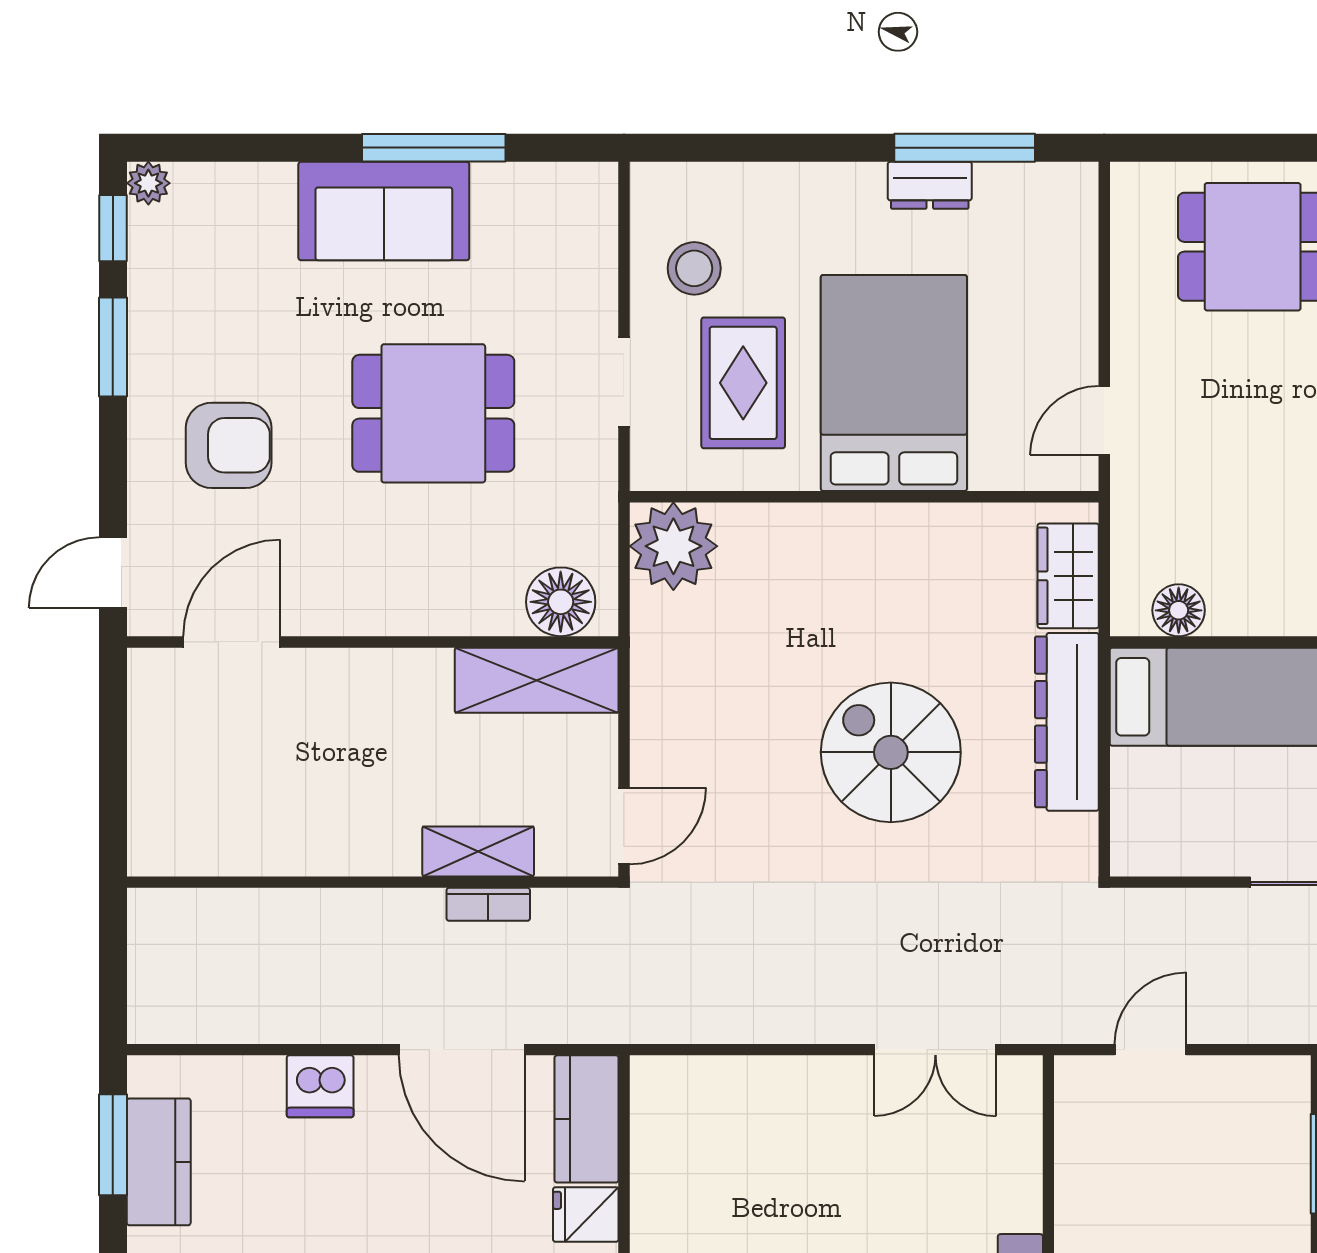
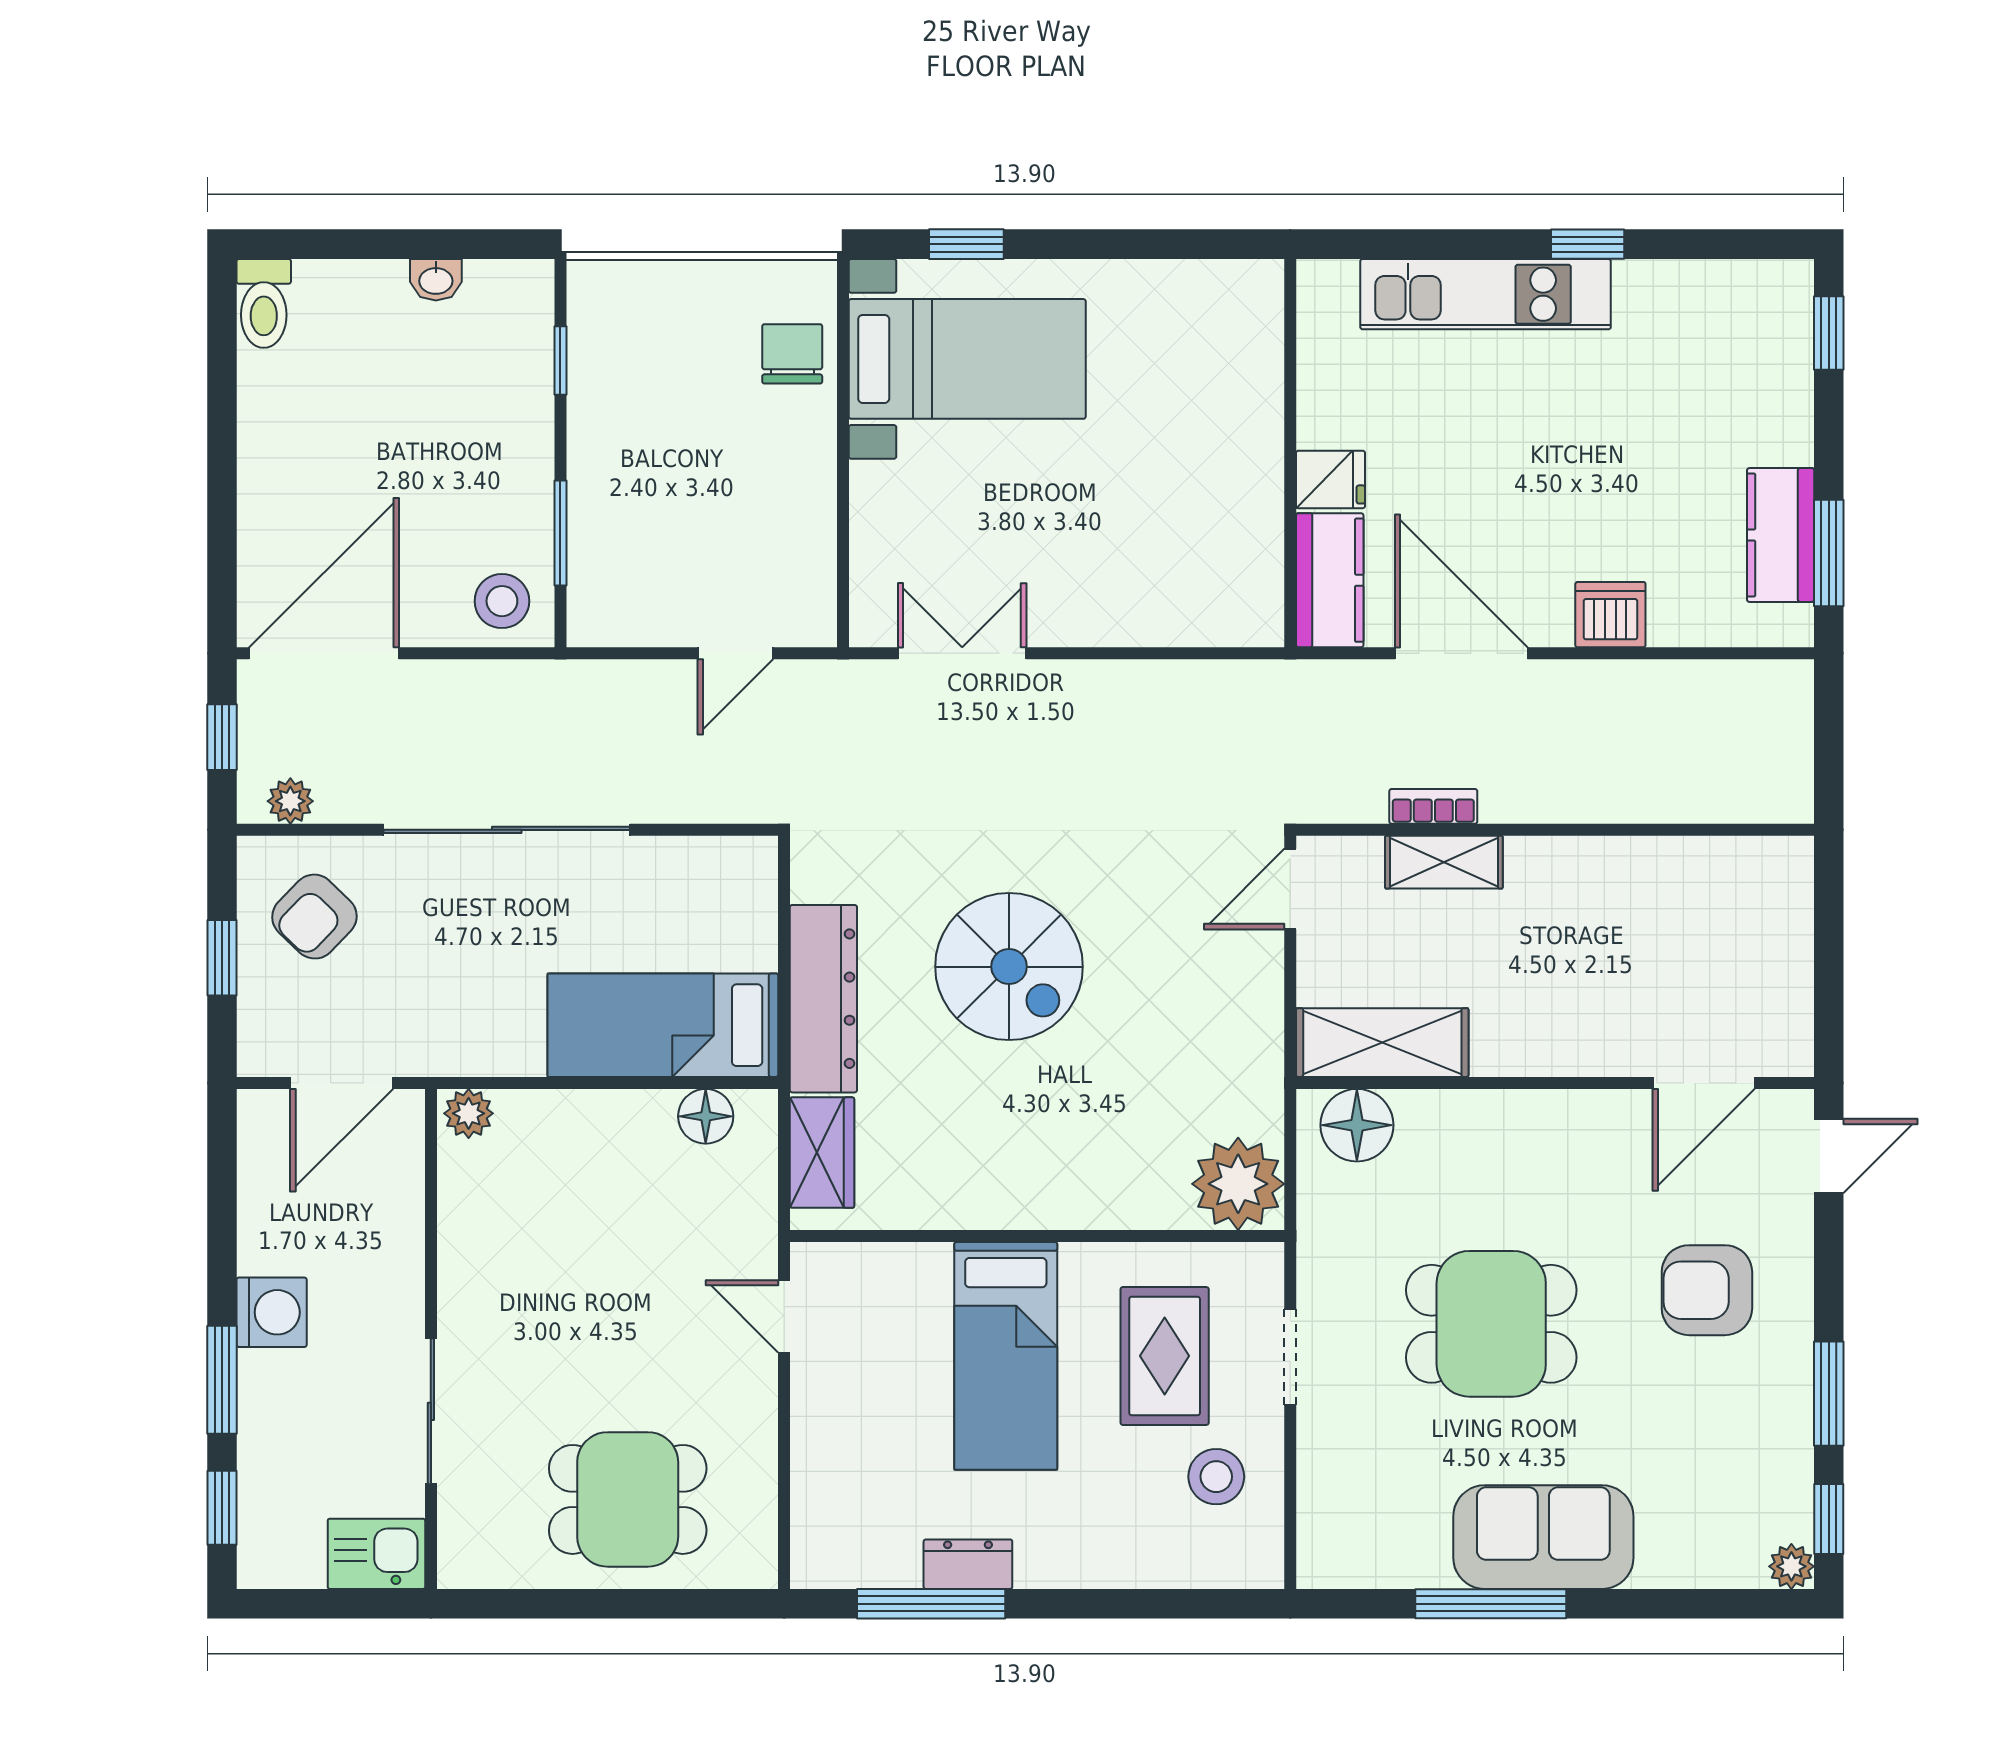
bed: (894, 383) -> (1006, 1356), width x0.67
door: (1104, 420) -> (784, 1316), swing flipped

